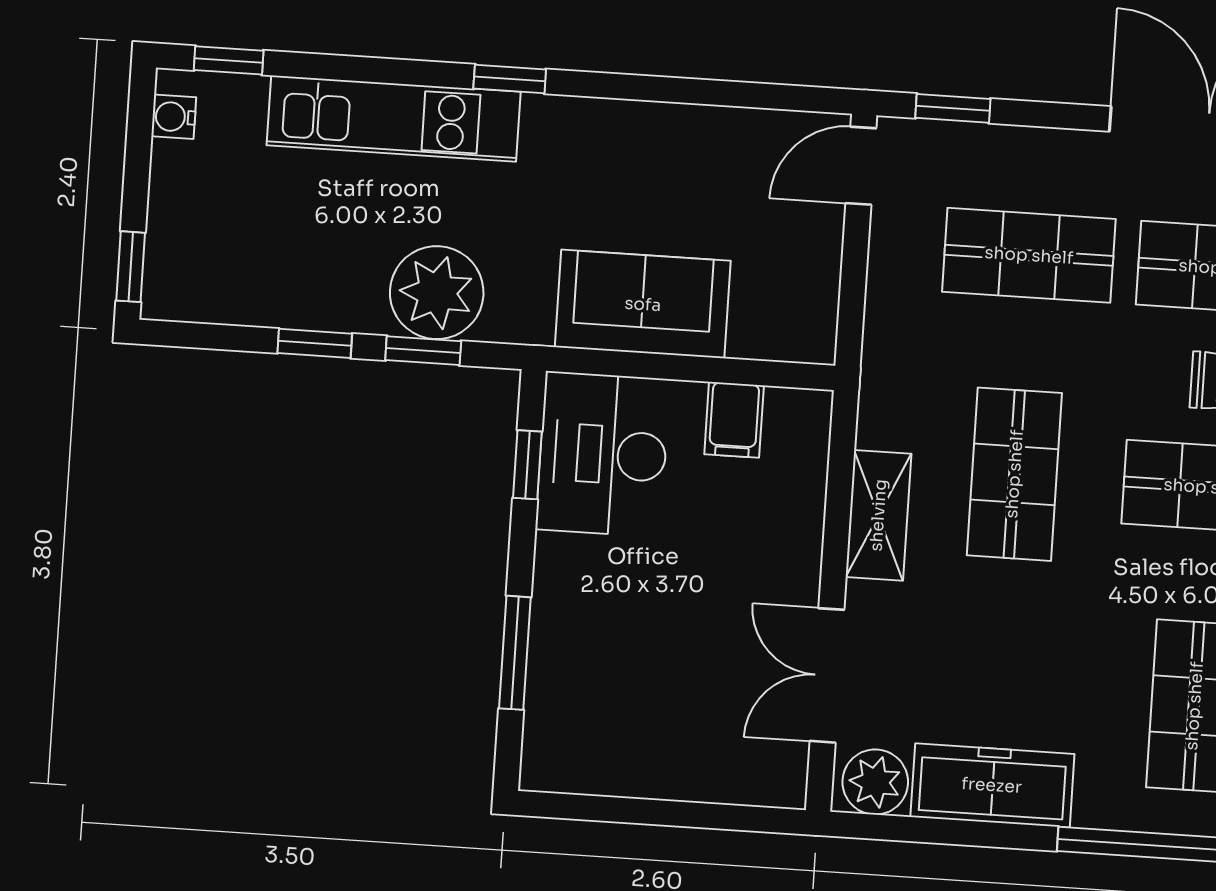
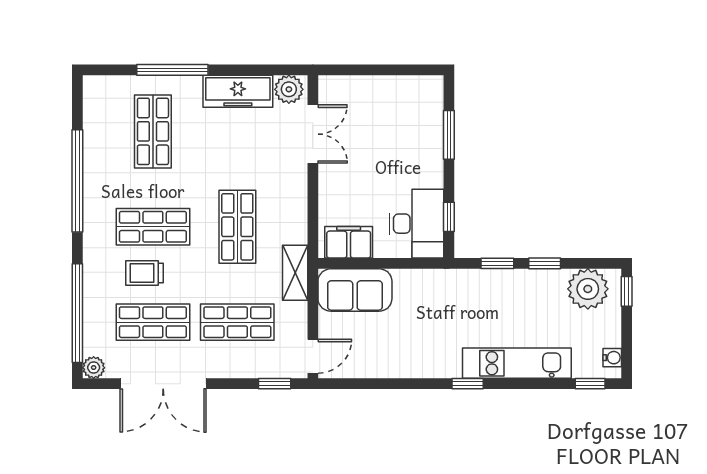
plant: (437, 293) -> (588, 289), moved
sofa: (643, 304) -> (355, 290), moved
filing cabinet: (734, 420) -> (349, 242), width x2.00
shelving: (878, 515) -> (295, 273), moved

